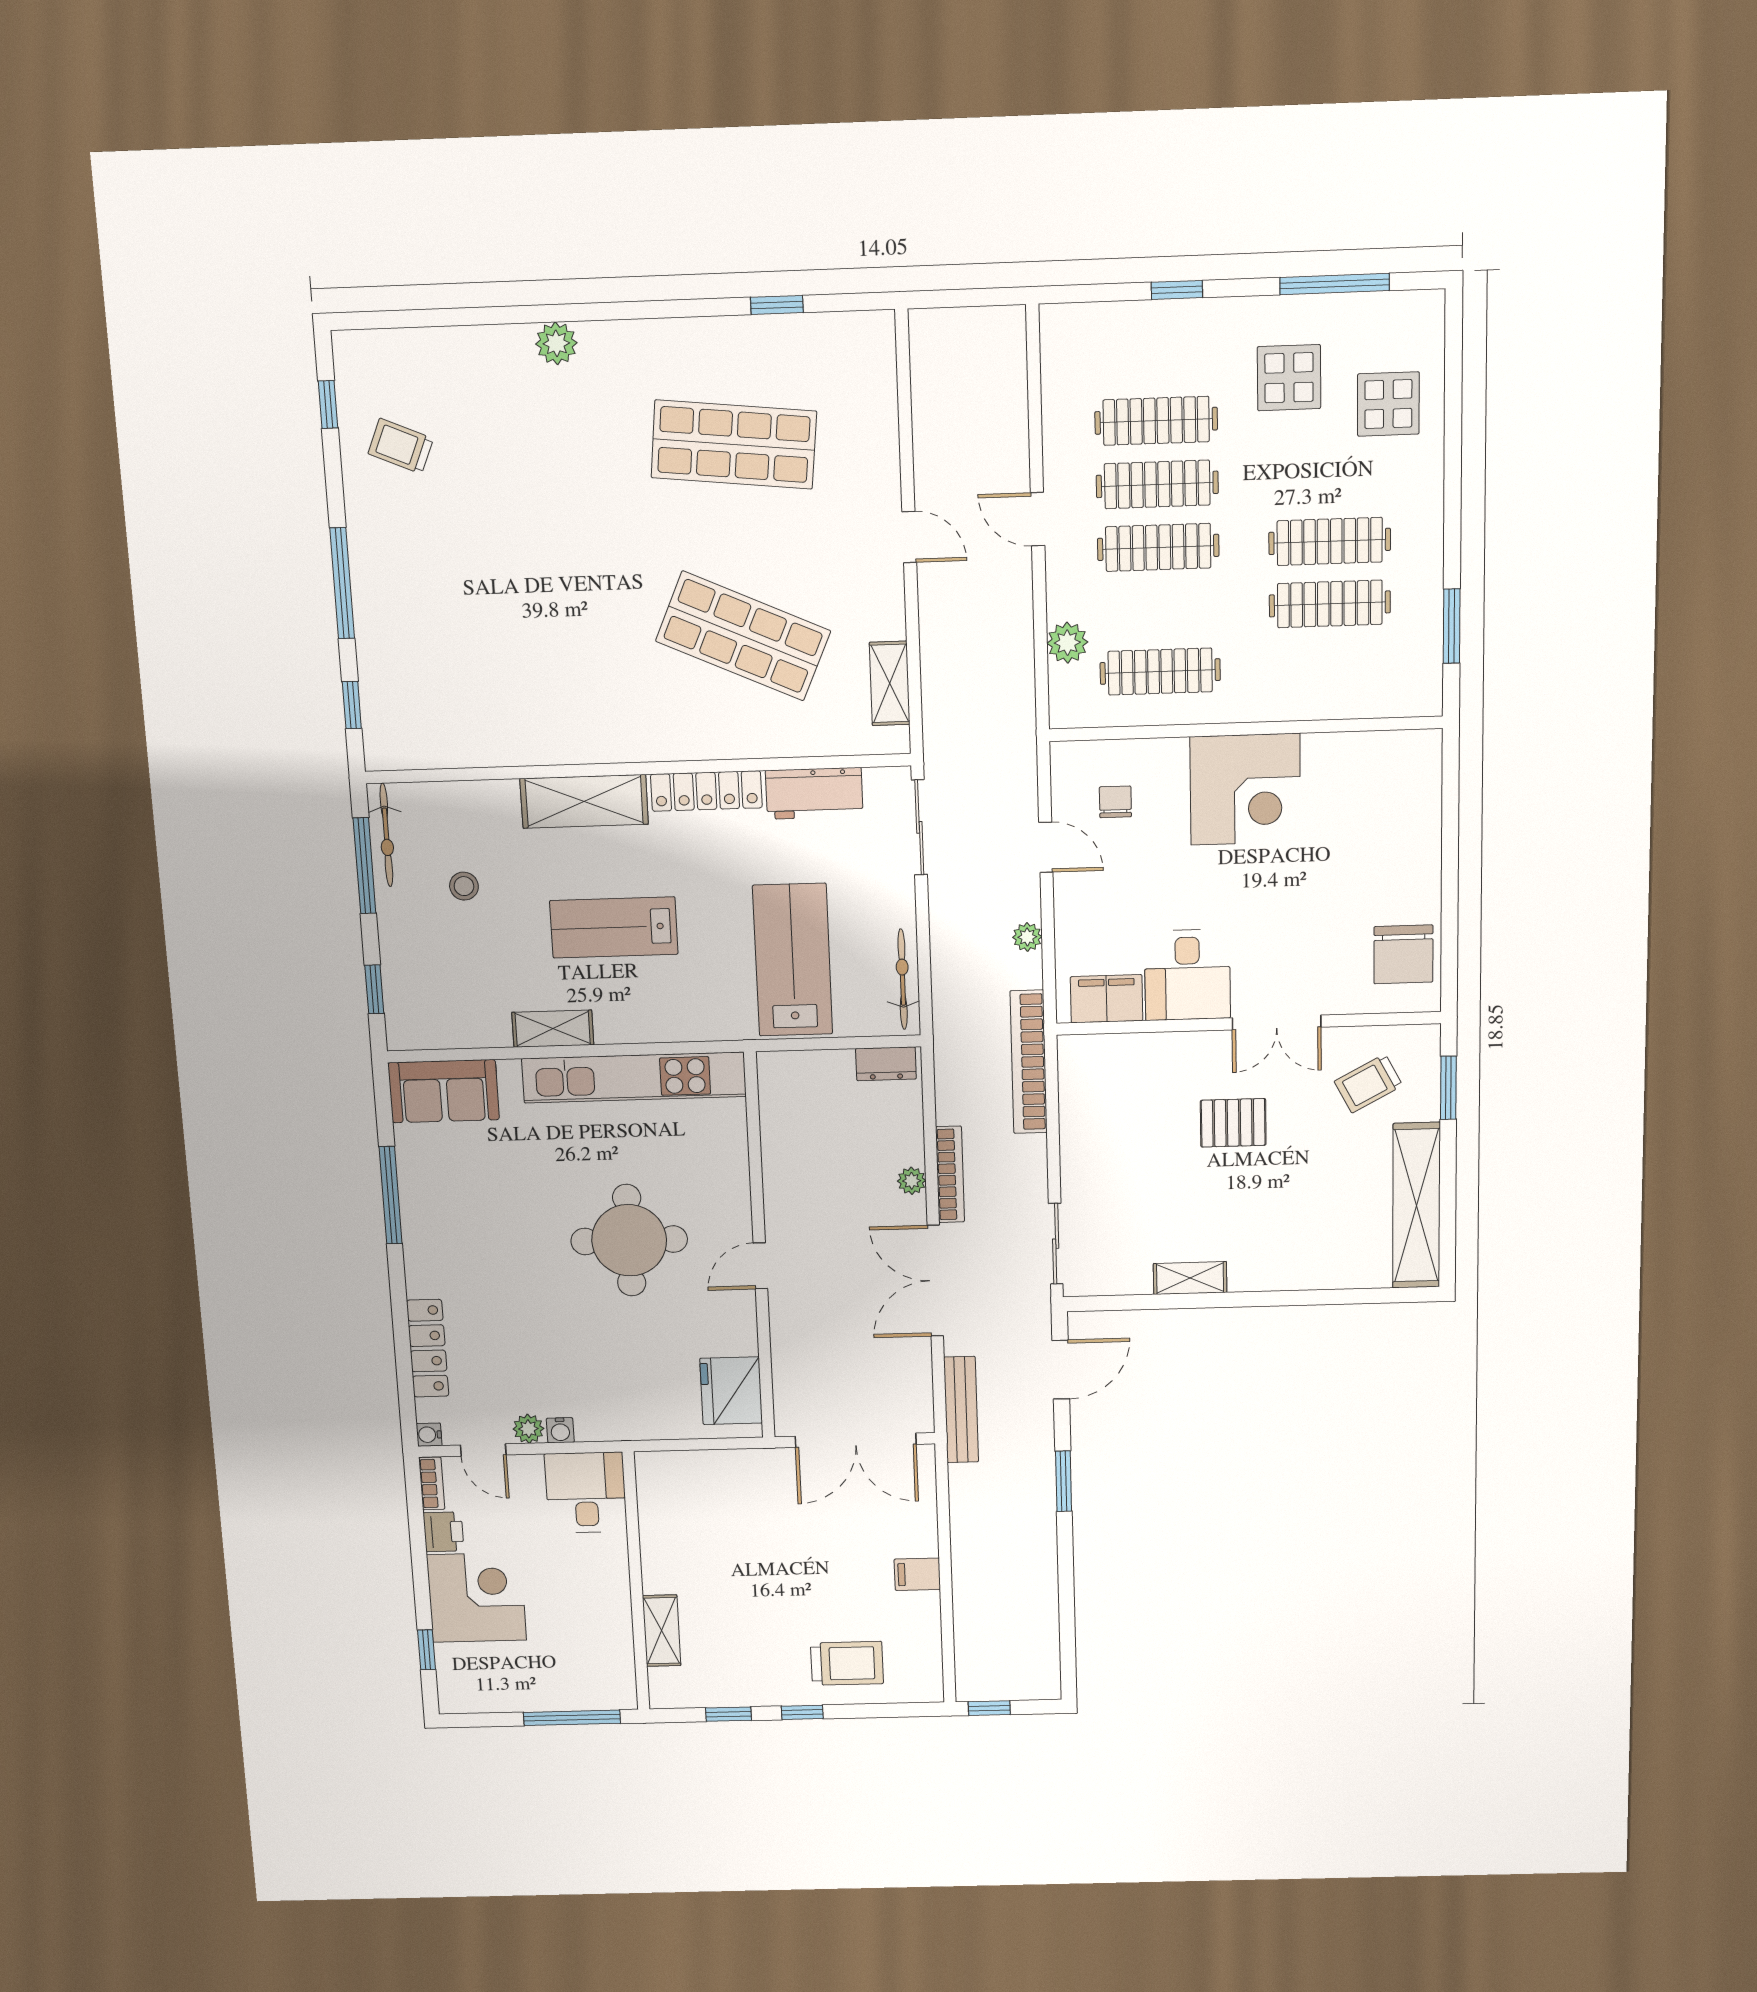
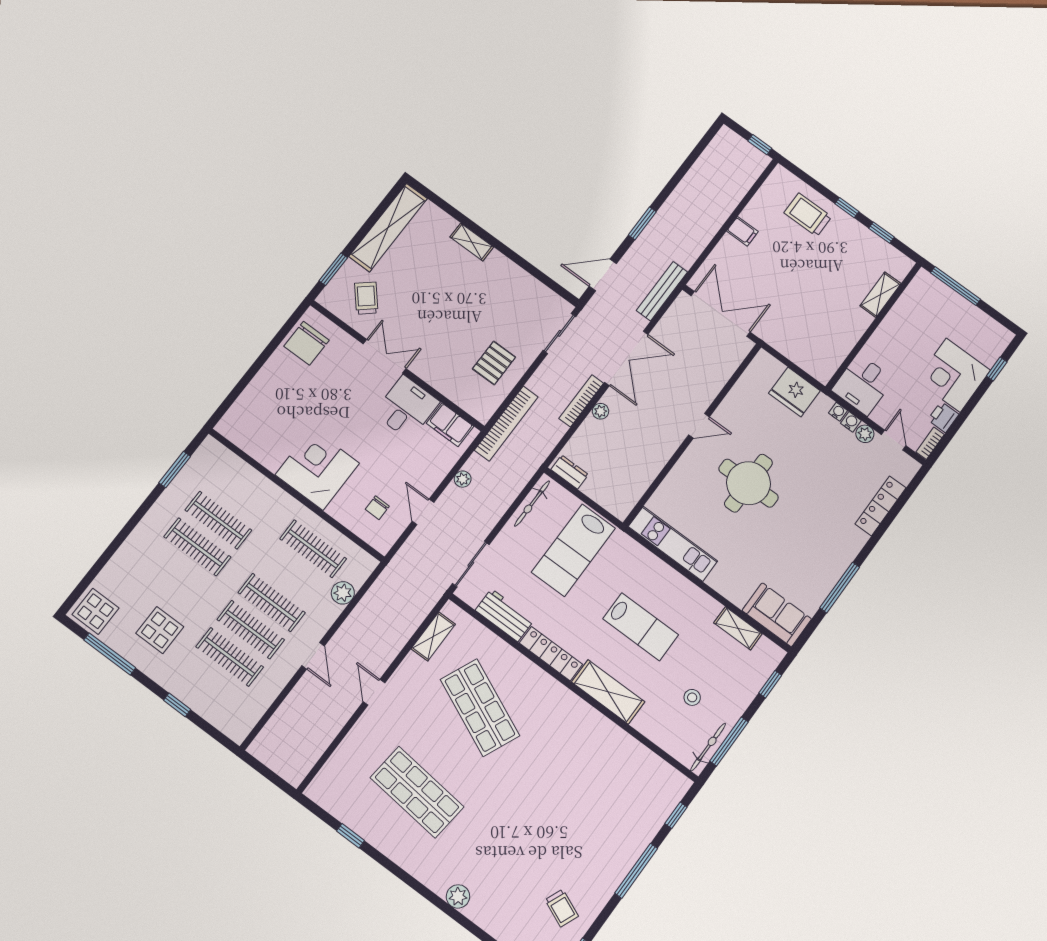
display table: (1388, 404) -> (96, 611), moved
chair: (1403, 954) -> (307, 343), turned 180
shelving: (553, 1029) -> (738, 628), moved
kitchen unit: (634, 1078) -> (673, 544), width x0.73
trolley: (1368, 1083) -> (366, 298), turned -103
pallet: (1233, 1123) -> (494, 363), moved, turned 90
shelving: (1190, 1278) -> (472, 242), moved
fridge: (731, 1391) -> (794, 392), moved, turned 90
water cooler: (429, 1435) -> (838, 412), moved, turned -90

